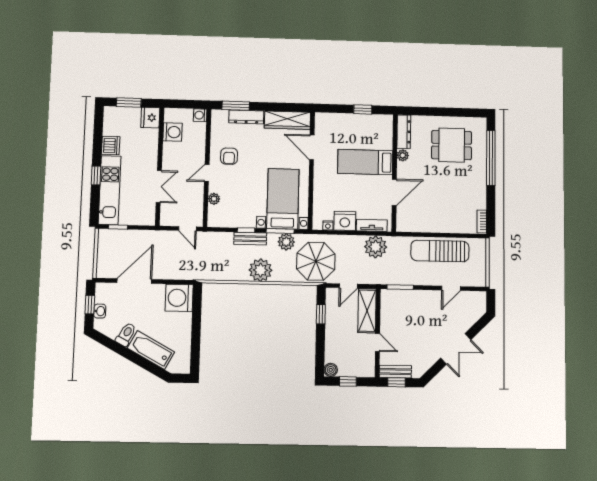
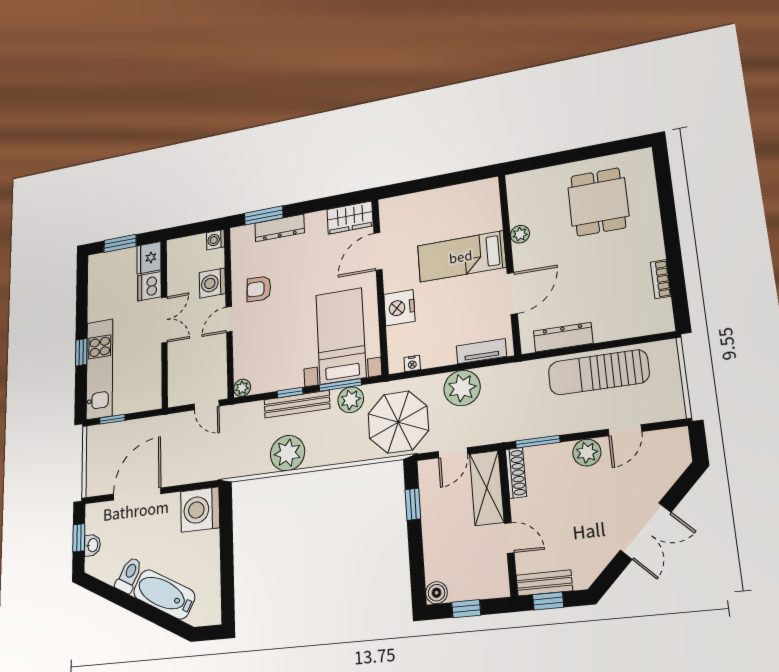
window: (363, 109) -> (450, 179), removed
wardrobe: (287, 120) -> (350, 218), width x0.67
washing machine: (173, 132) -> (212, 283), moved, turned 180
dresser: (404, 132) -> (563, 337), moved, turned -90
dining table: (452, 145) -> (598, 202), turned 90
dishwasher: (111, 146) -> (149, 286), moved, turned 180
door: (312, 147) -> (378, 251), hinge flipped
armchair: (229, 156) -> (259, 289), turned 92
window: (491, 158) -> (667, 208), removed
double door: (159, 187) -> (164, 320), moved
plant: (214, 199) -> (242, 388), moved
nightstand: (345, 221) -> (399, 308), moved, turned 90
bookcase: (482, 221) -> (661, 279), moved
bench: (250, 239) -> (297, 404), width x1.36
plant: (376, 247) -> (462, 388), moved
plant: (260, 270) -> (288, 453), moved
plant: (428, 298) -> (587, 453), added
shoe rack: (385, 304) -> (516, 473), added

